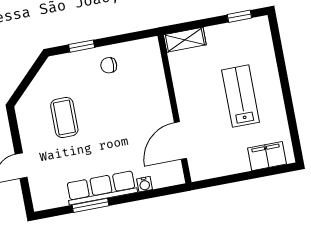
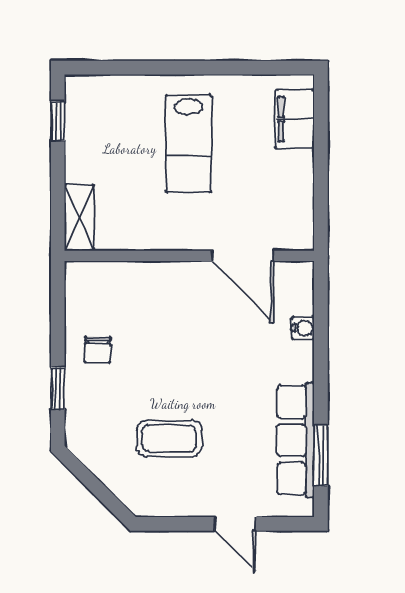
lab bench: (241, 96) -> (189, 144), turned -90
row of seats: (101, 188) -> (296, 440), moved
window: (90, 205) -> (321, 455), moved

